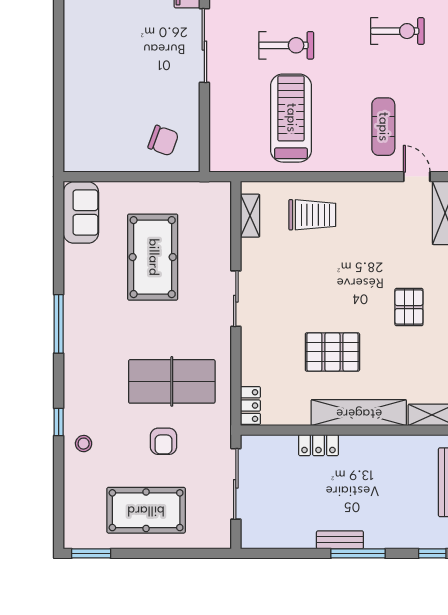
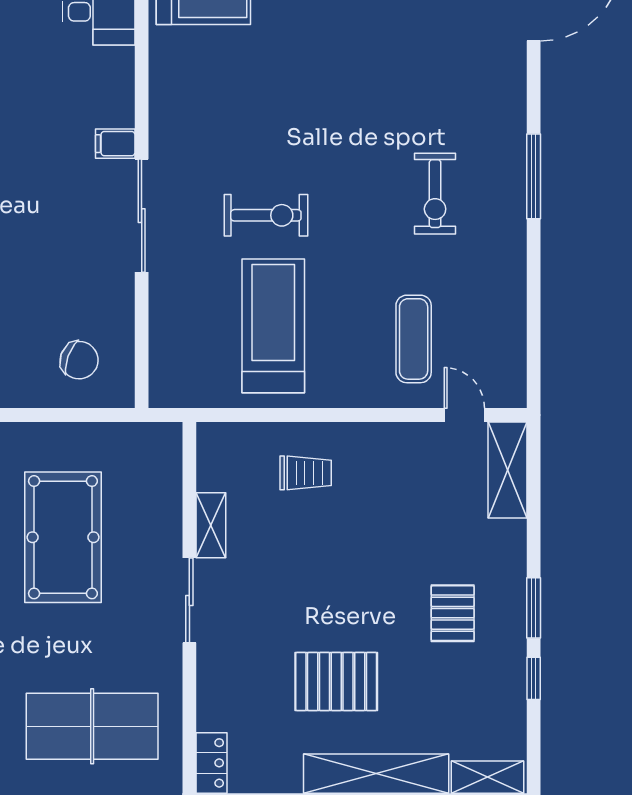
exercise bike: (397, 31) -> (435, 194), turned 90
trolley: (312, 215) -> (306, 473), width x0.73, depth x0.72
shelving: (250, 216) -> (211, 525), moved

